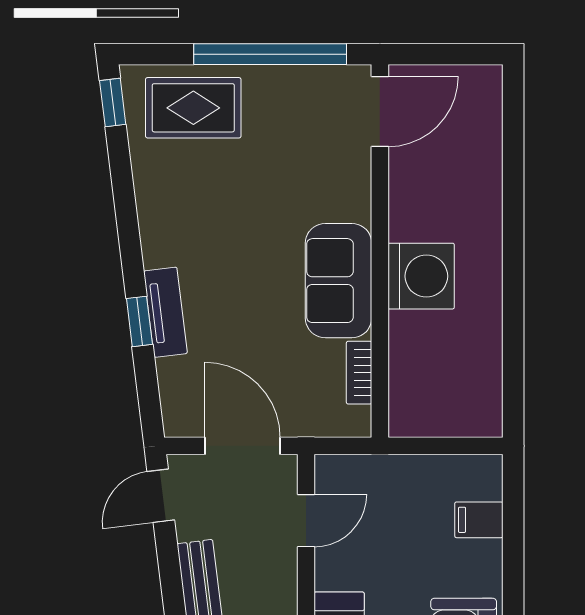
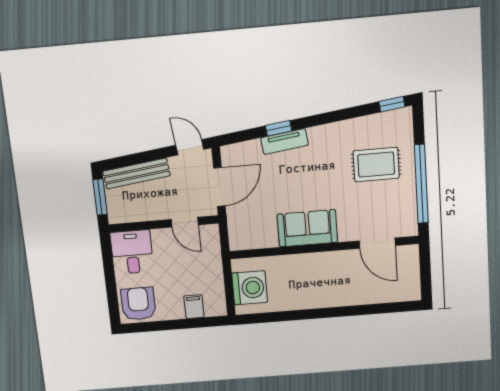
rug: (193, 108) -> (376, 165), moved, turned 90
door: (380, 112) -> (377, 243), moved
washing machine: (421, 276) -> (250, 288), moved, turned -90
bookcase: (359, 373) -> (262, 242), removed

